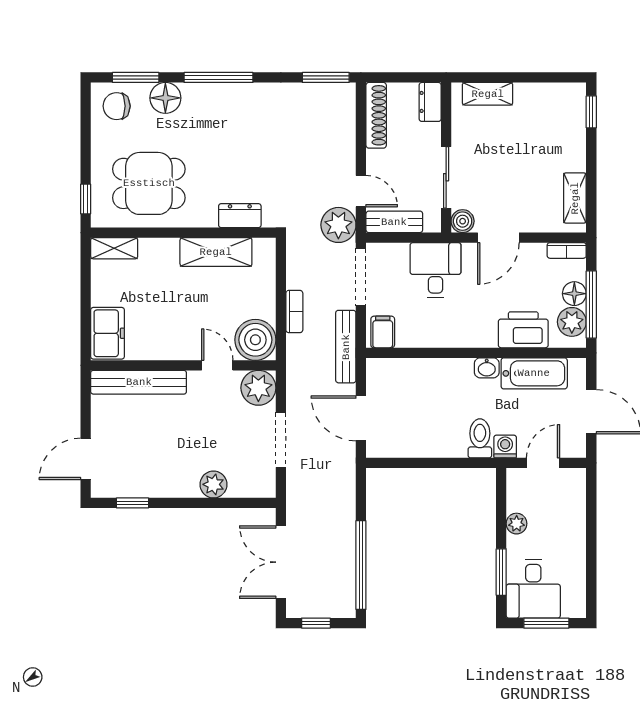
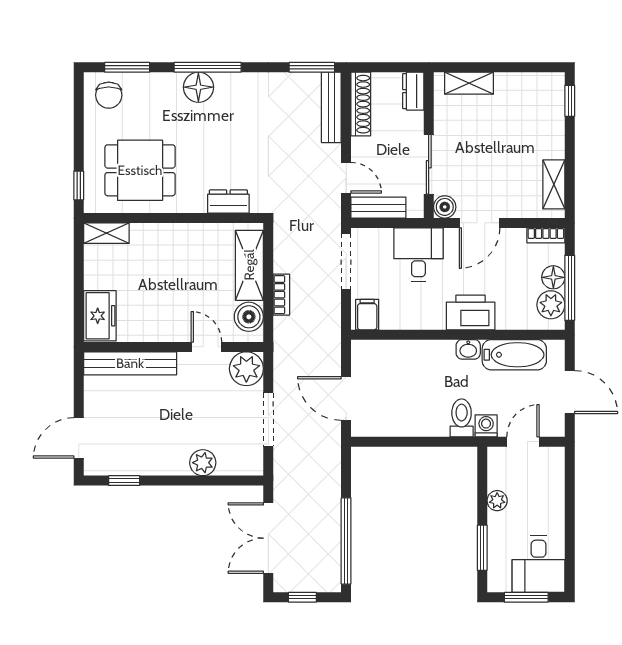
floor lamp: (165, 98) -> (198, 87), moved
chair: (117, 106) -> (109, 95), turned -90
plant: (338, 225) -> (324, 211), removed
shelving: (216, 252) -> (249, 265), moved, turned 90
printer: (523, 330) -> (471, 312), moved
boiler: (255, 340) -> (249, 317), width x0.73, depth x0.73
bench: (346, 347) -> (331, 107), moved
desk: (533, 589) -> (539, 564), moved

